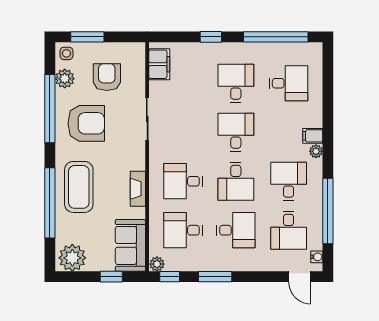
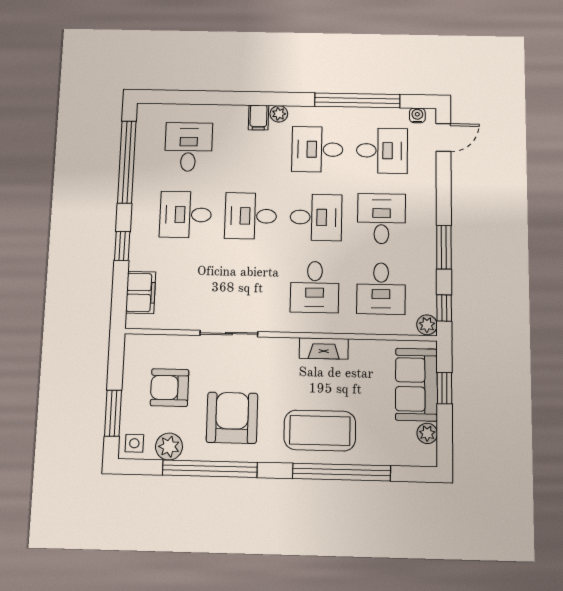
filing cabinet: (159, 64) -> (141, 292), moved, turned 90
sofa: (130, 245) -> (416, 385), moved, turned 90
plant: (72, 258) -> (427, 433), width x0.53, depth x0.53

